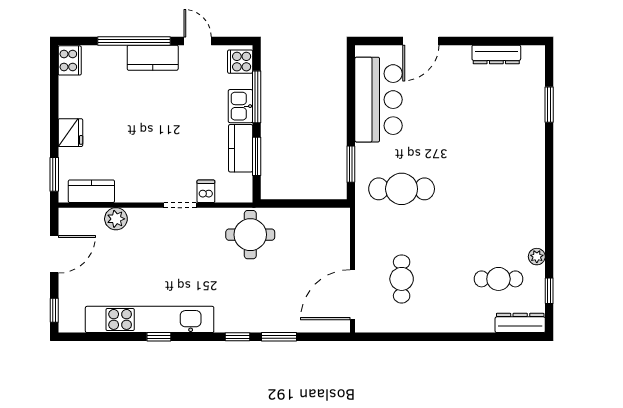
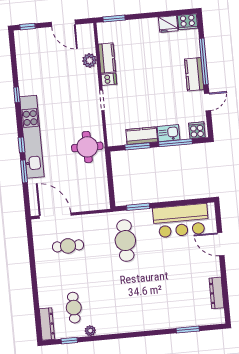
fridge: (70, 133) -> (168, 24), moved
kitchen counter: (91, 191) -> (107, 58), moved
dishwasher: (206, 191) -> (109, 79), moved
kitchen unit: (150, 319) -> (32, 137), moved

